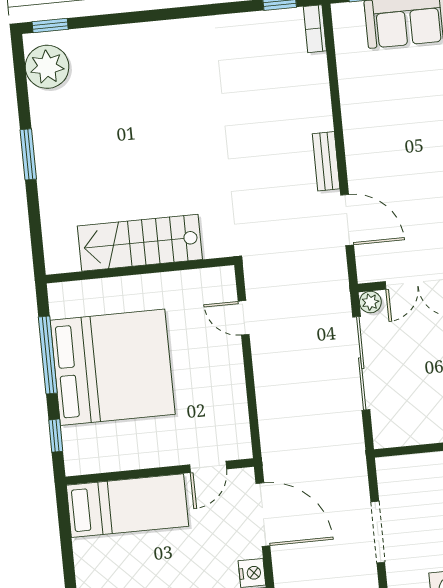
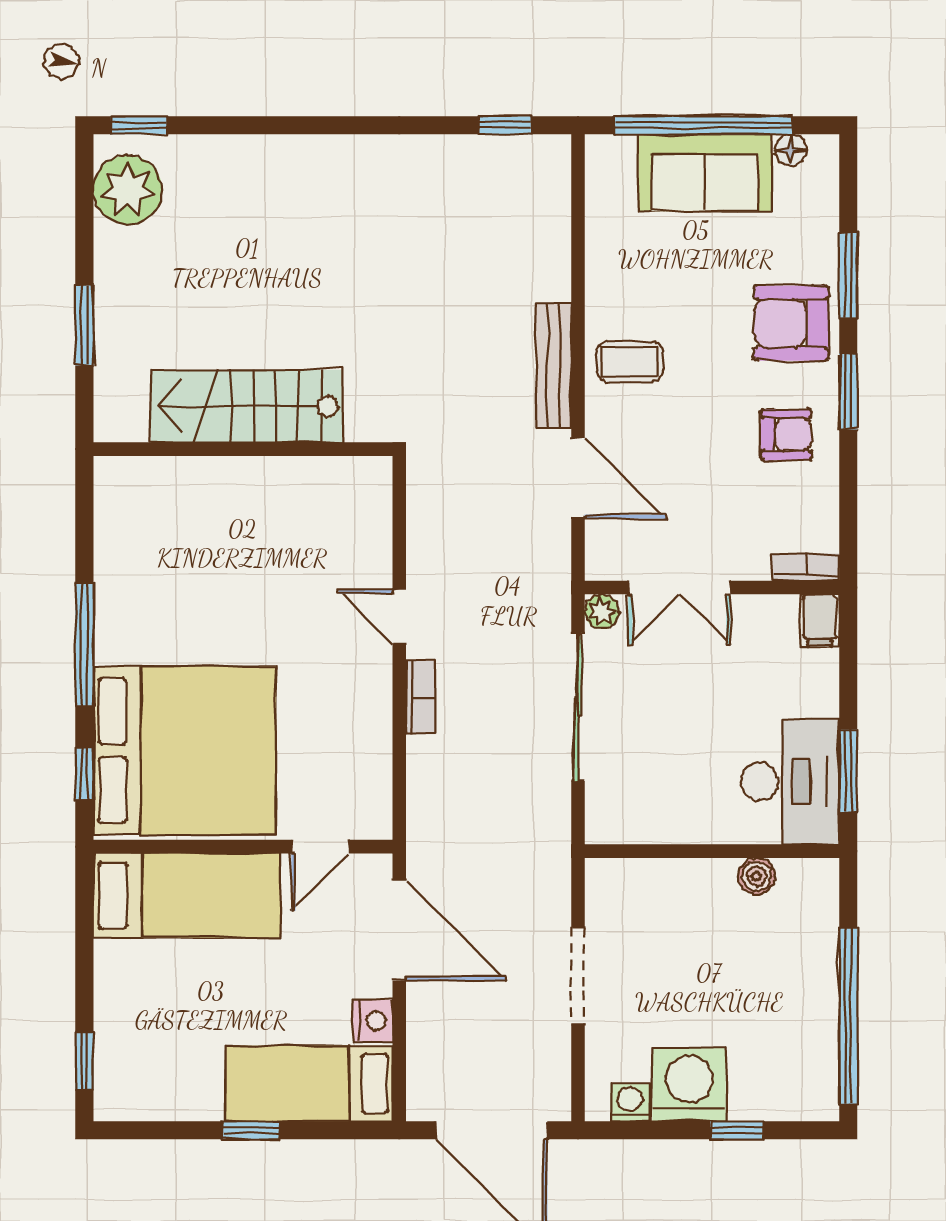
bookcase: (315, 29) -> (421, 697), moved, turned 180
coffee table: (372, 144) -> (630, 362), added
bench: (326, 161) -> (554, 366), width x1.36
stairs: (140, 243) -> (247, 406), moved
wall: (140, 270) -> (243, 449), moved
bed: (113, 367) -> (185, 751), moved

